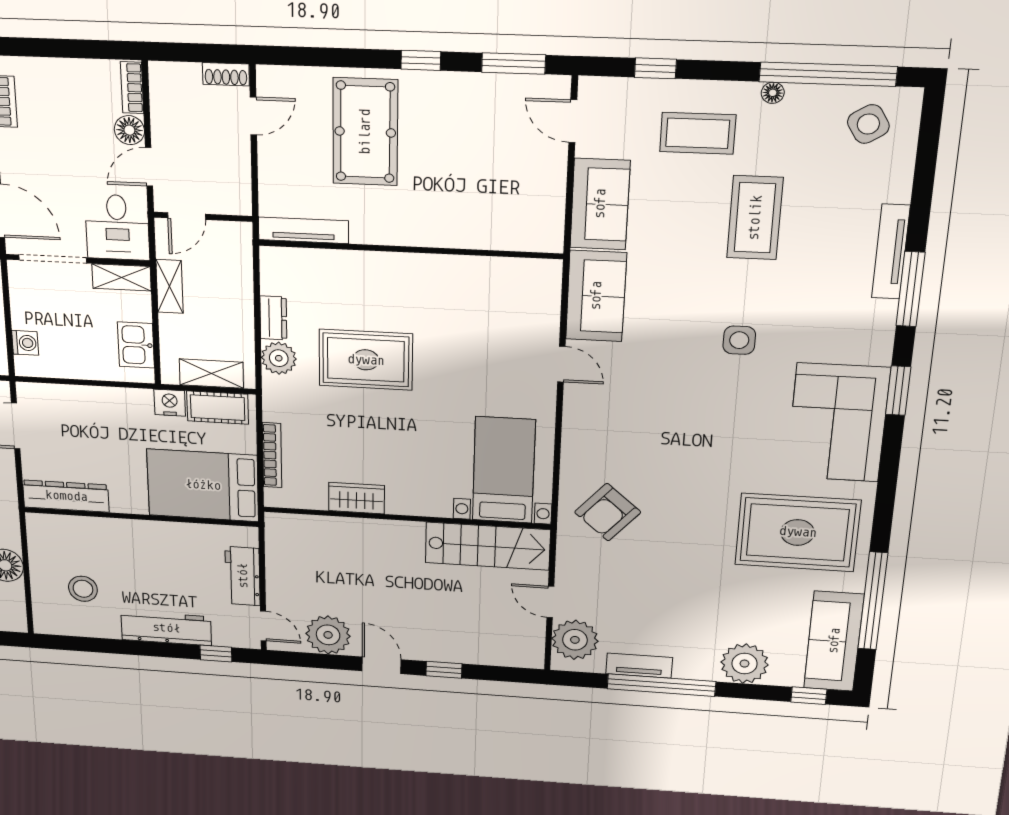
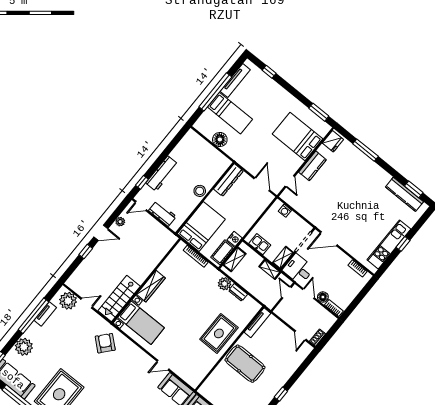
pool table: (365, 132) -> (245, 364), moved
rug: (366, 360) -> (219, 333), moved
wardrobe: (356, 498) -> (151, 286), moved, width x1.50
stool: (83, 589) -> (200, 191), moved
plant: (328, 635) -> (120, 222), width x0.53, depth x0.53

